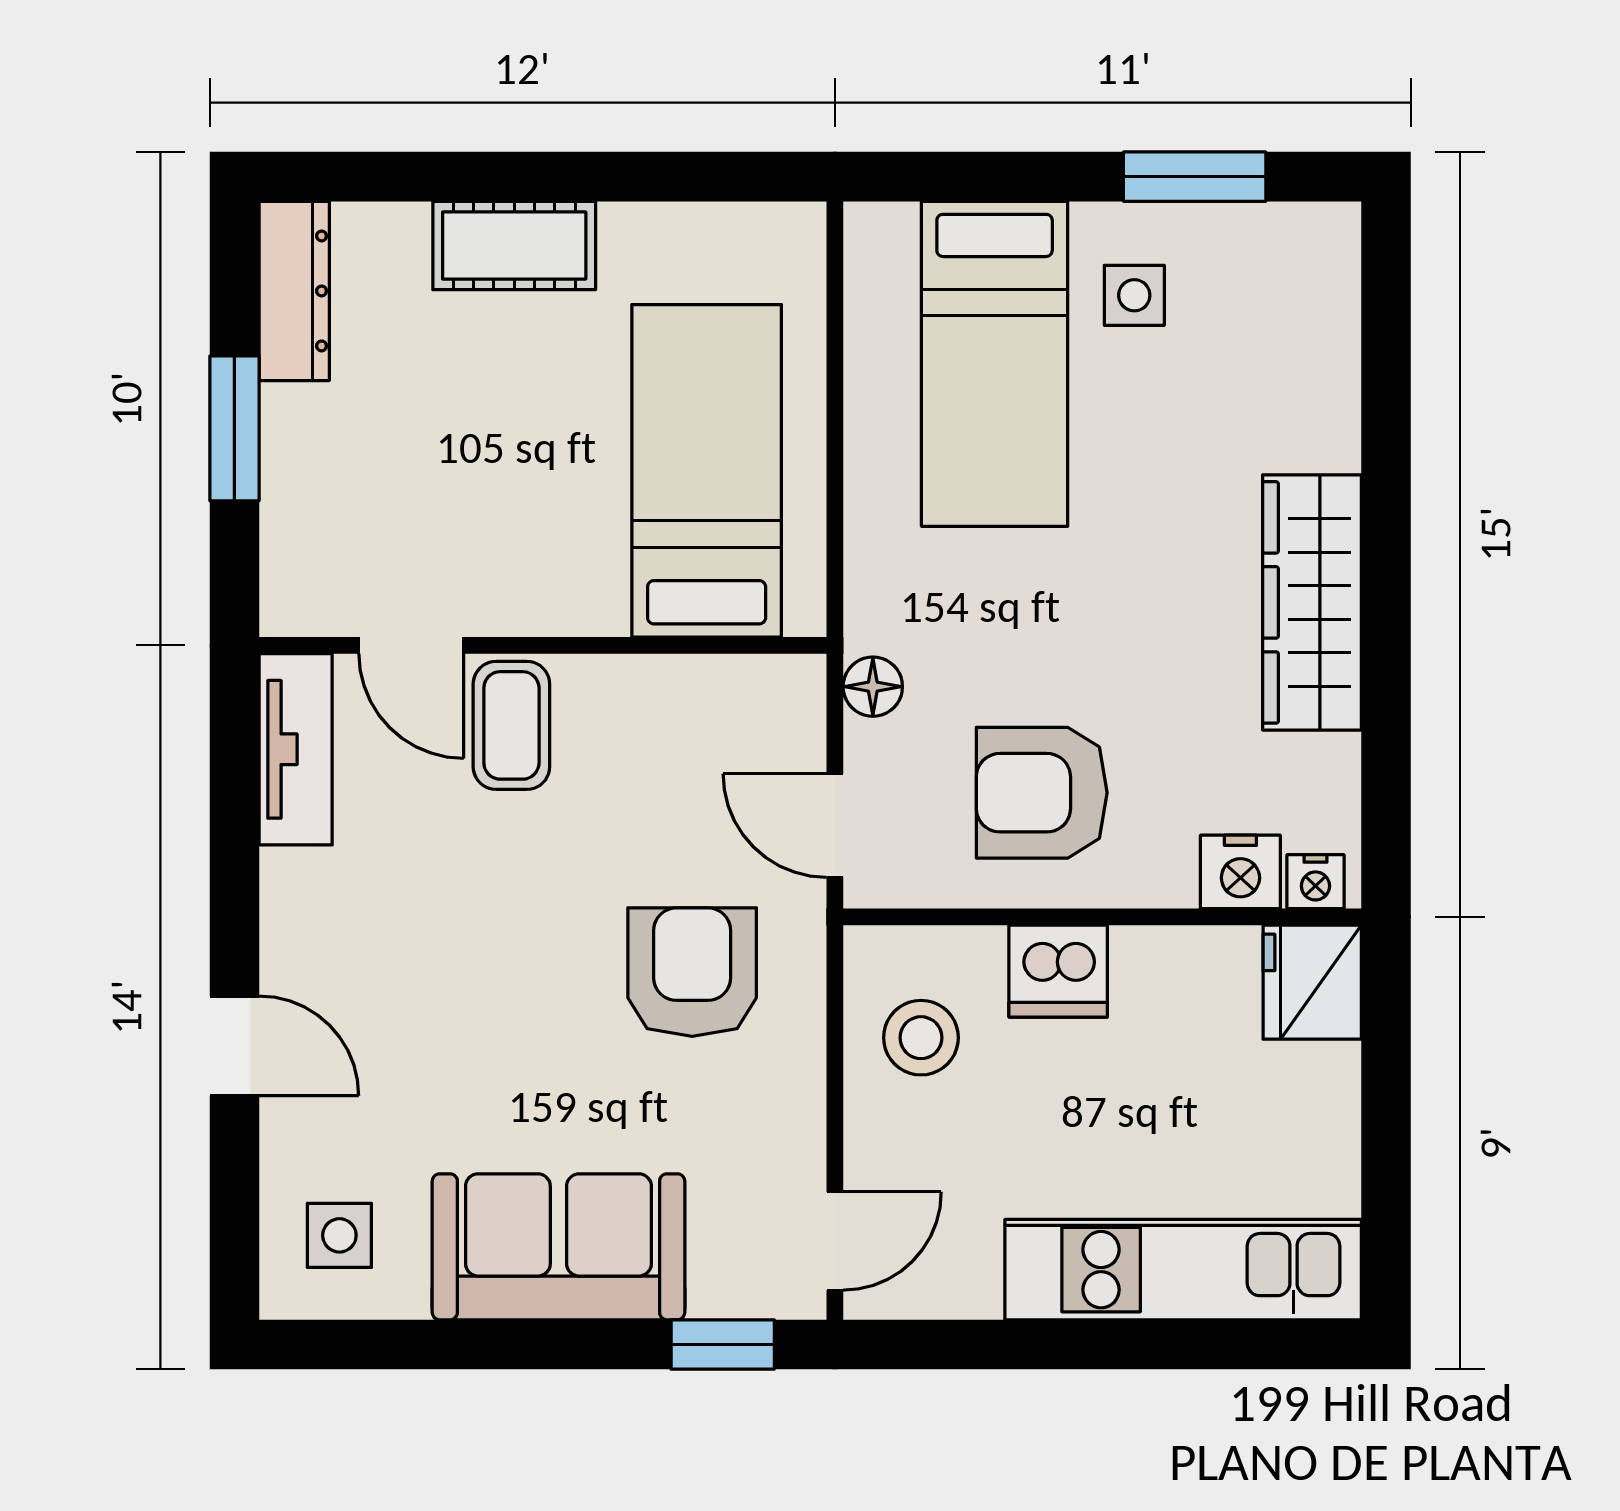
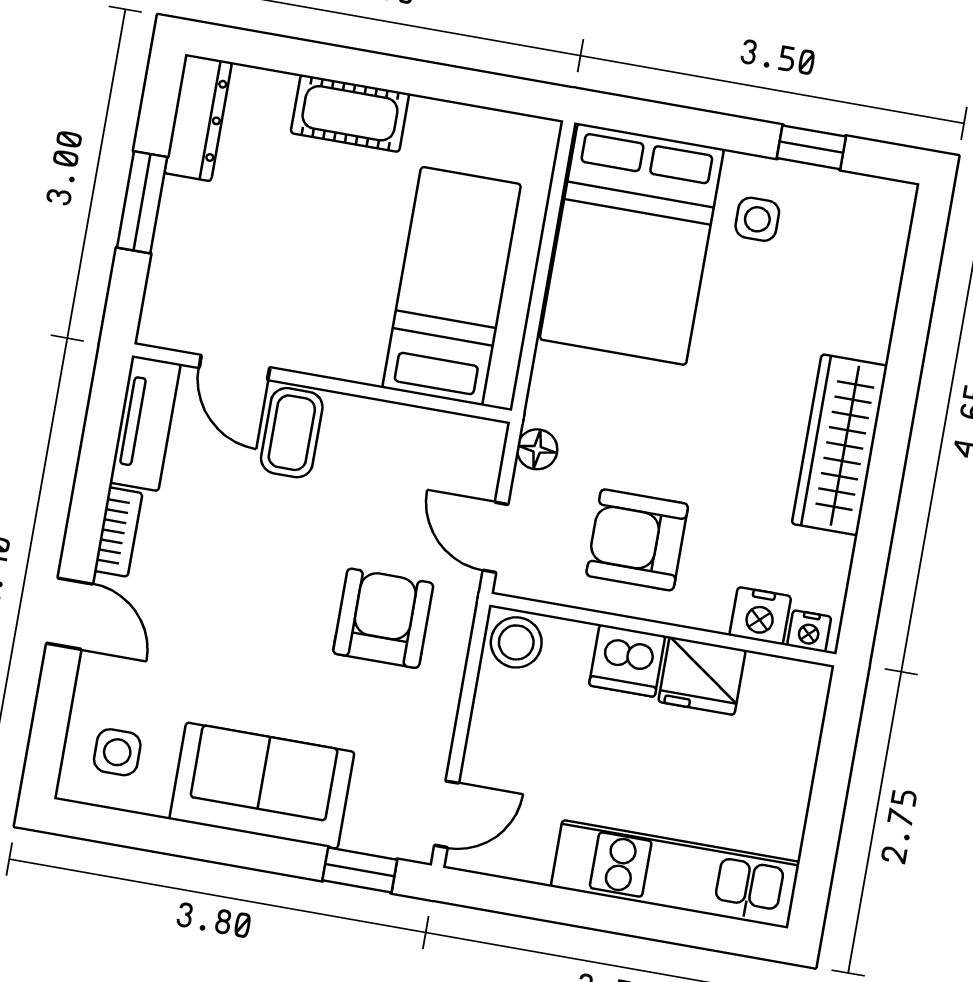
window: (1195, 177) -> (811, 147), width x0.67
bed: (995, 364) -> (632, 244), width x1.50
bookcase: (284, 915) -> (118, 532), added
fridge: (1312, 982) -> (702, 676), moved, turned -90
stool: (921, 1038) -> (516, 642), moved

